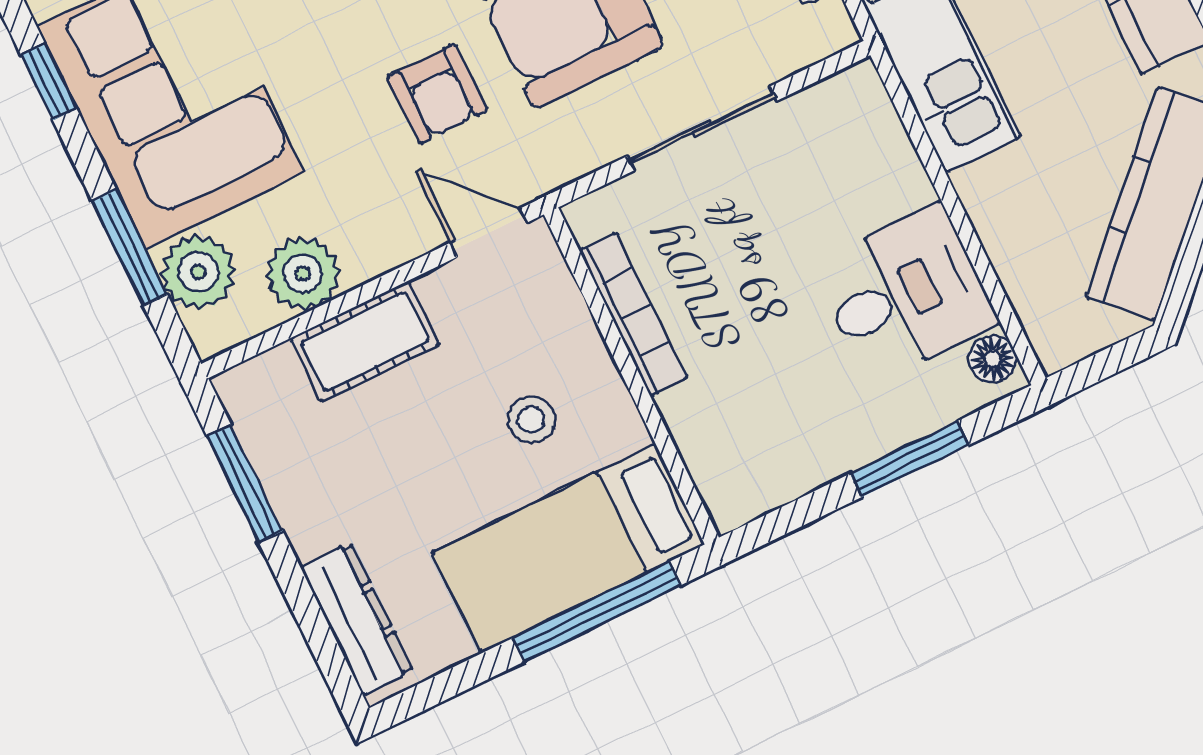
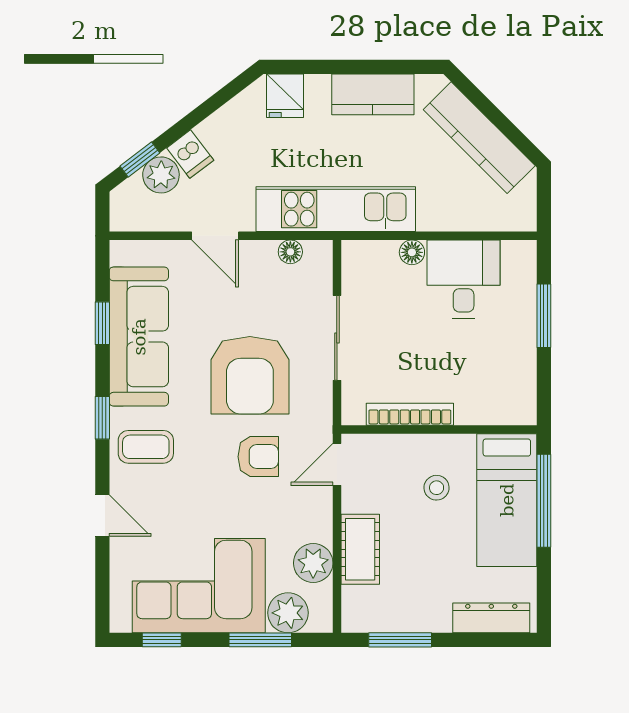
floor lamp: (993, 359) -> (412, 252), moved

